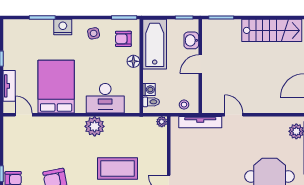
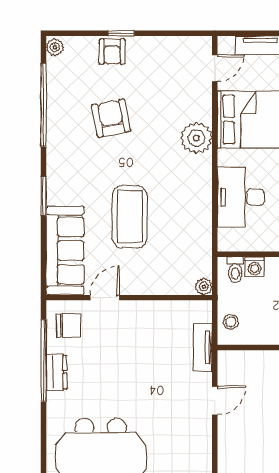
tv unit: (200, 122) -> (203, 348), width x0.71
plant: (95, 126) -> (196, 138), moved

